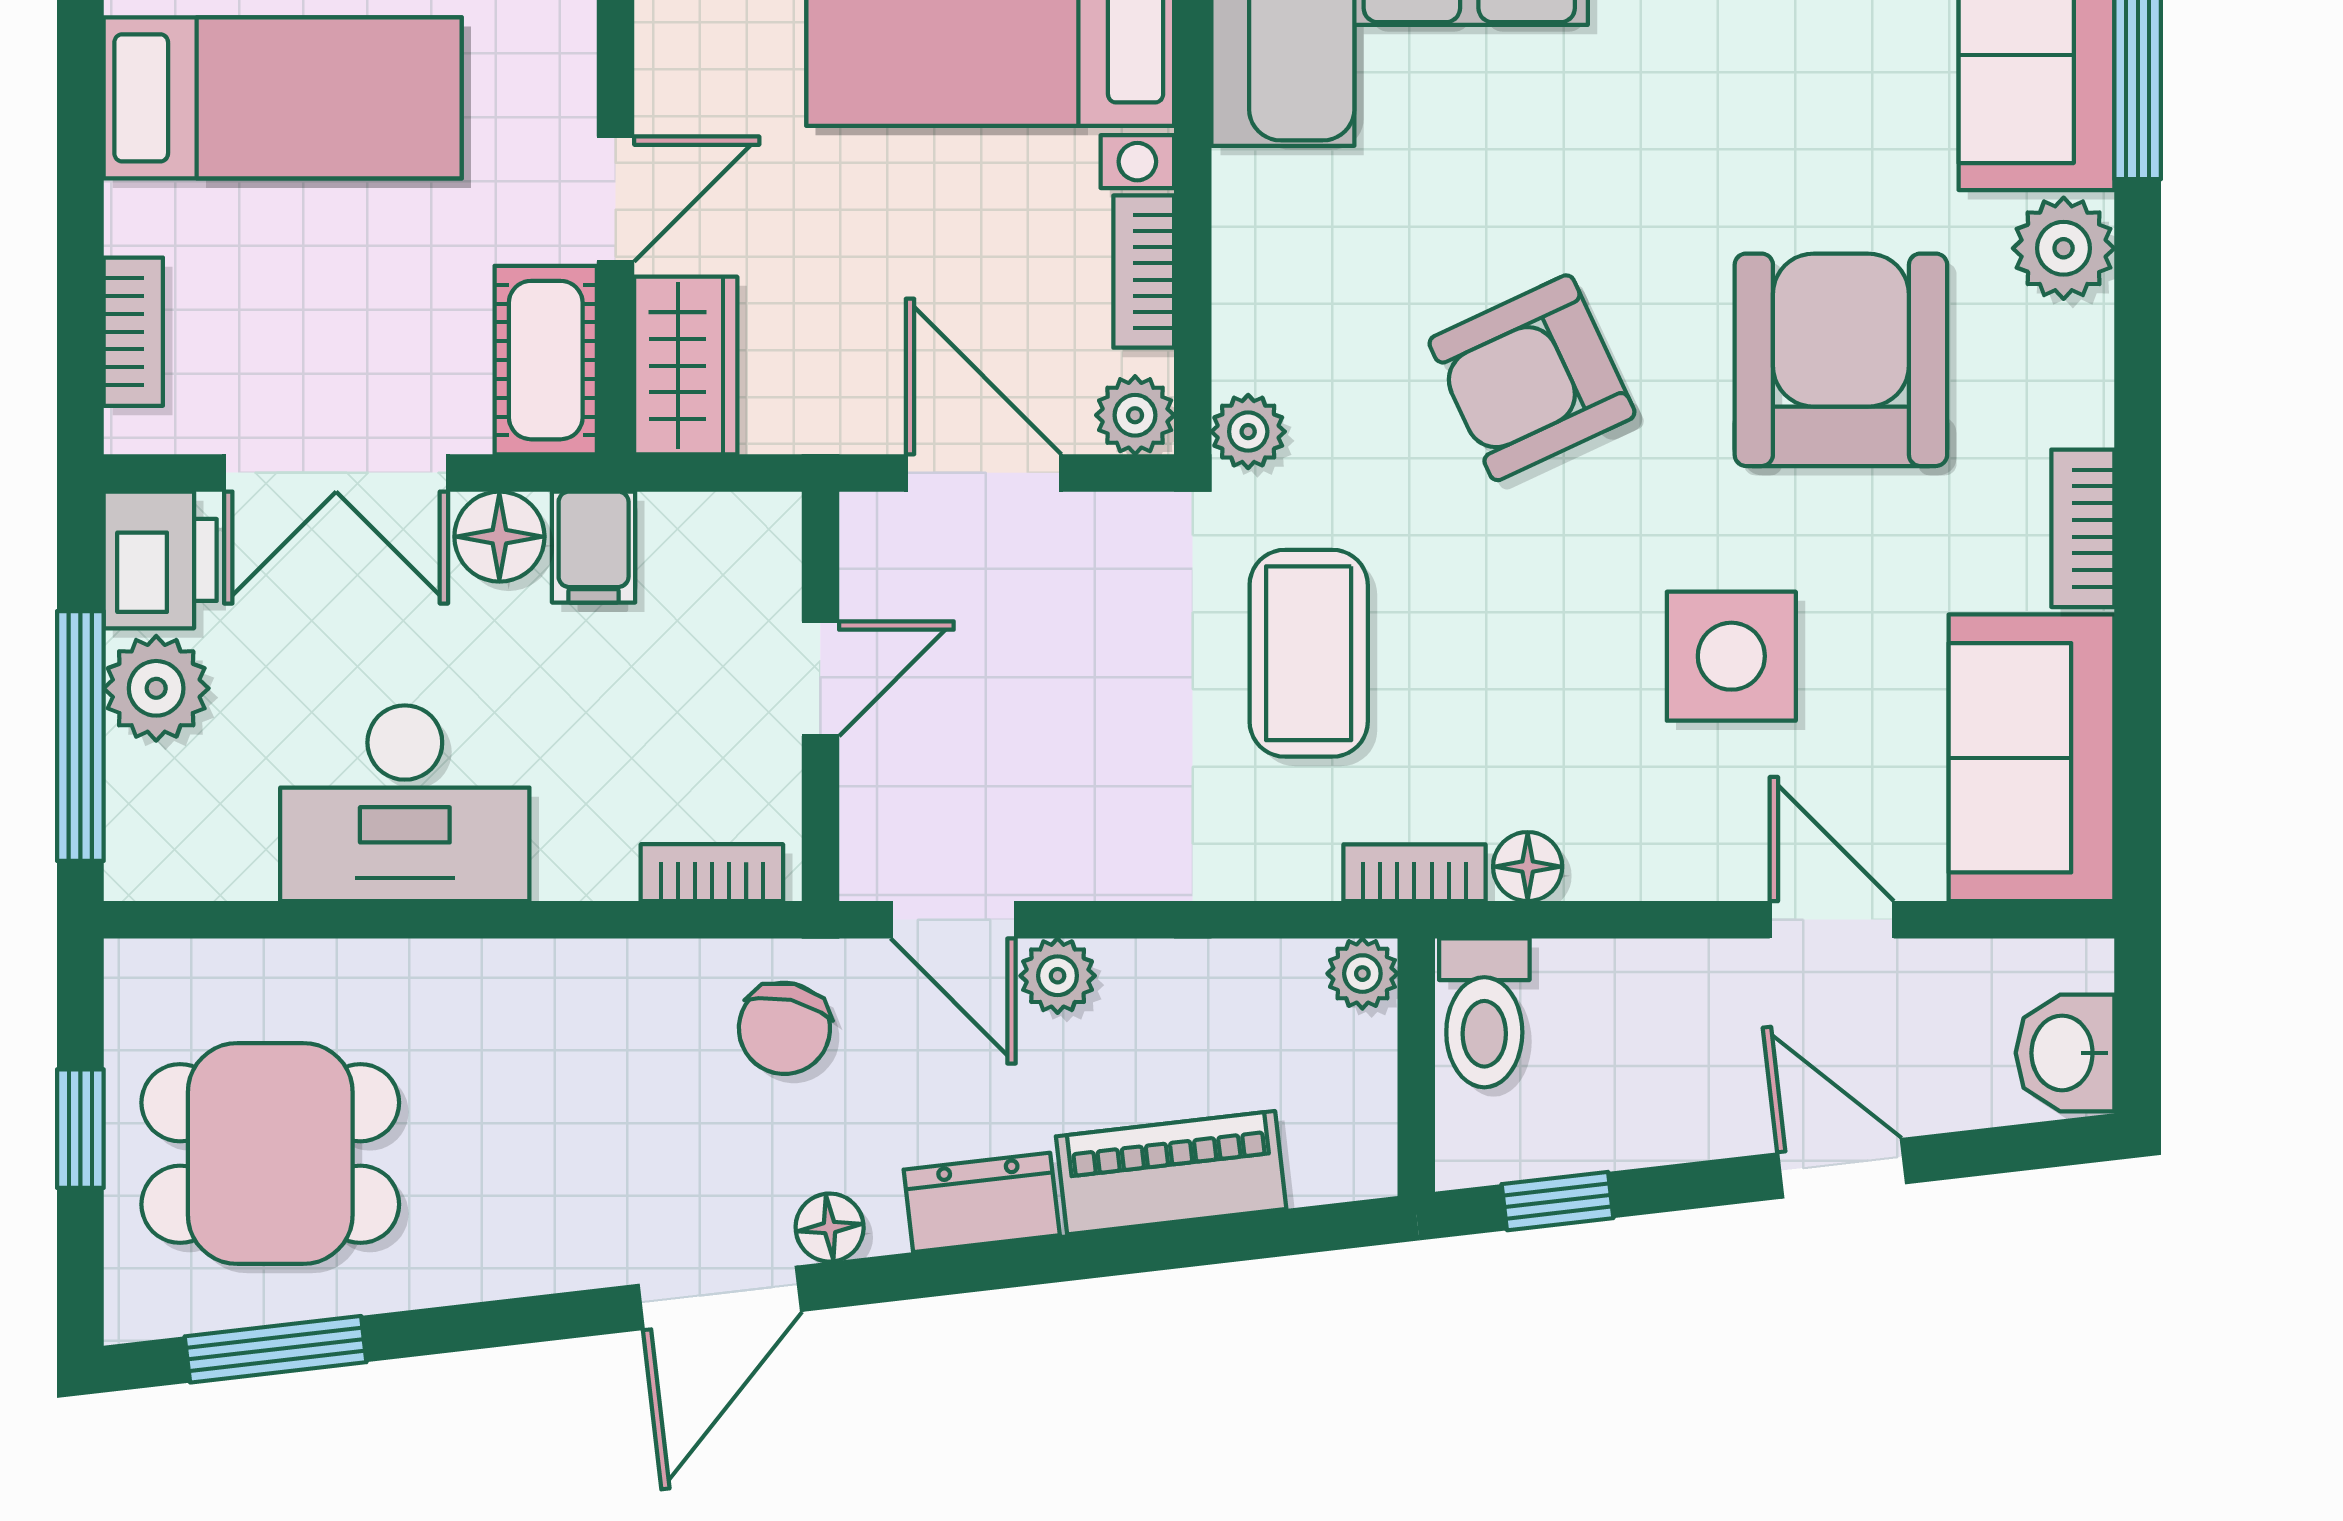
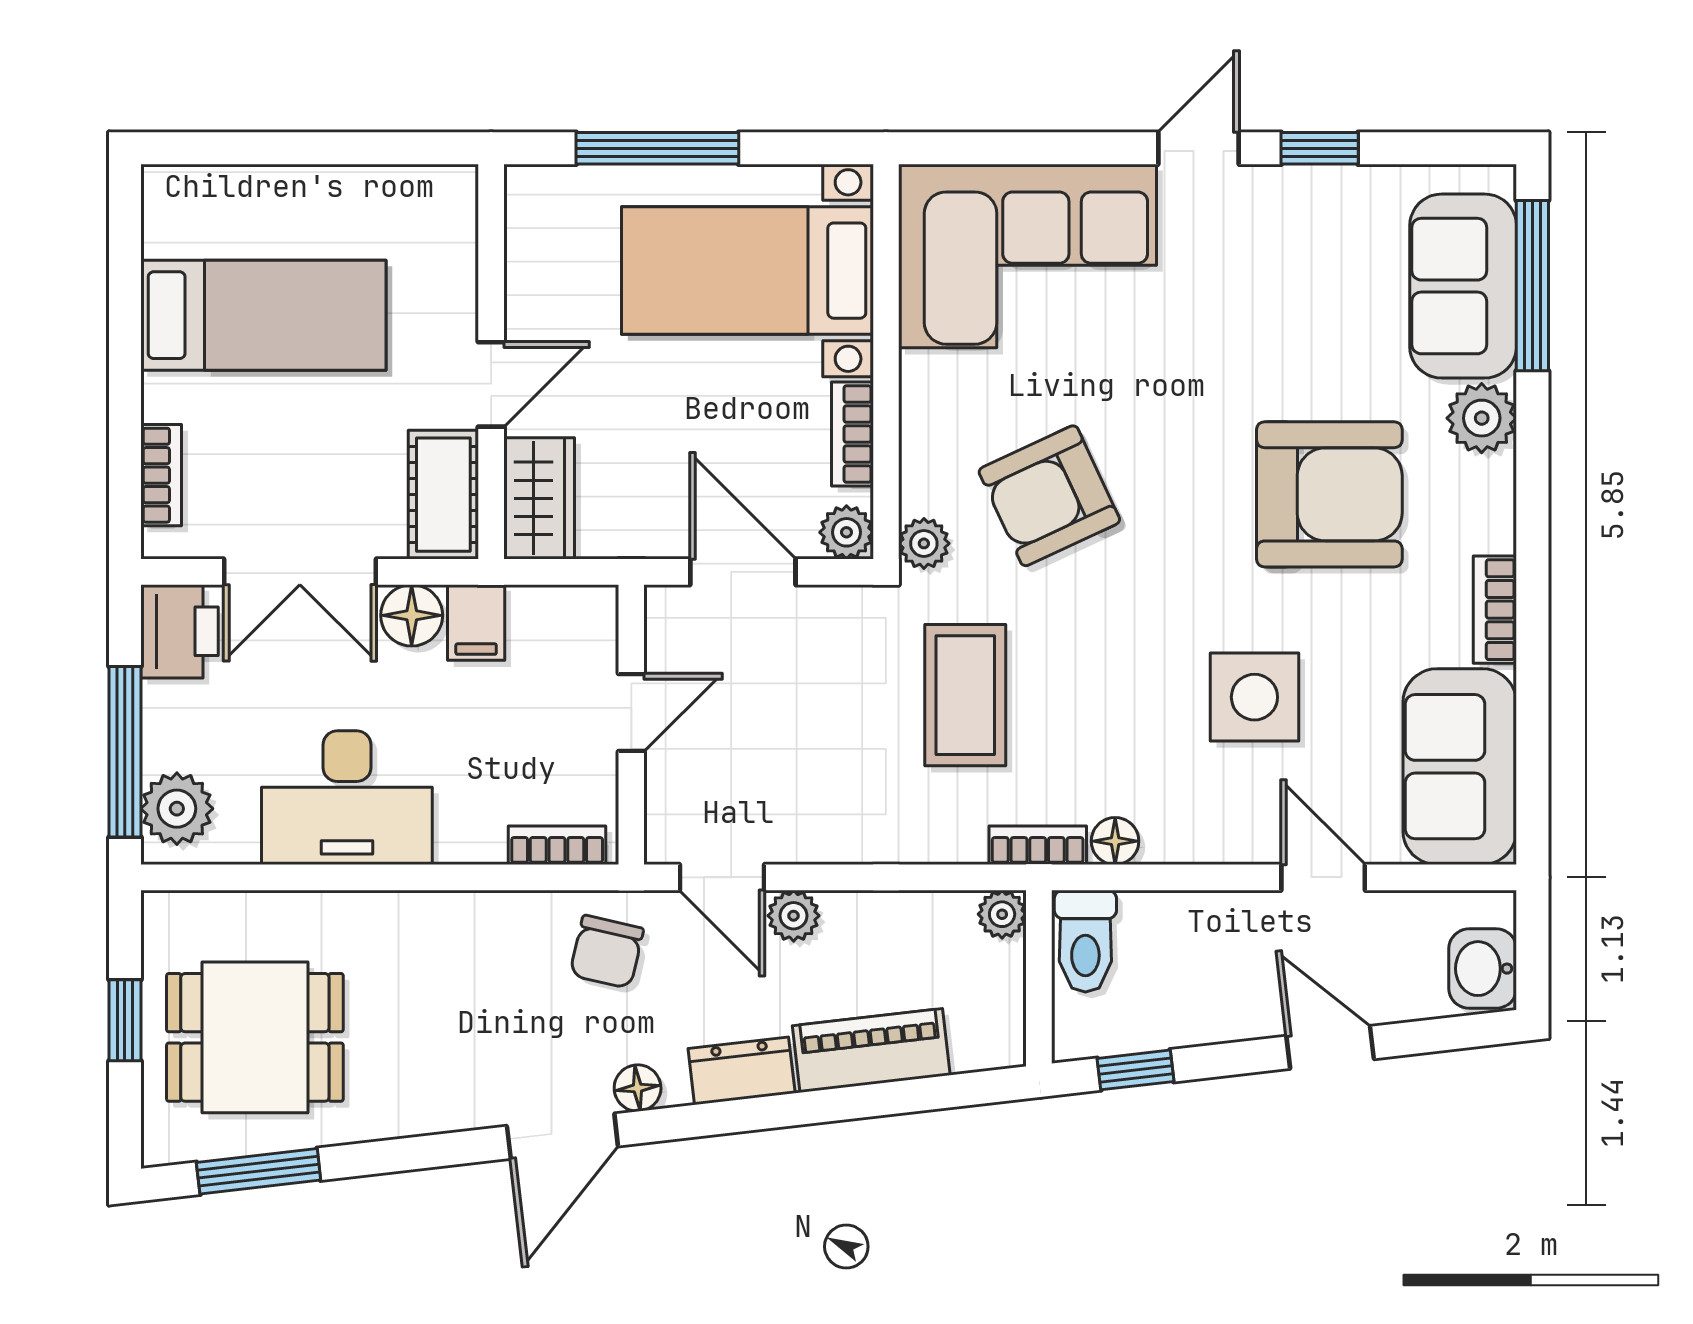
armchair: (1841, 360) -> (1329, 494), turned 90
armchair: (1532, 378) -> (1049, 496), moved
plant: (156, 688) -> (177, 809), moved

